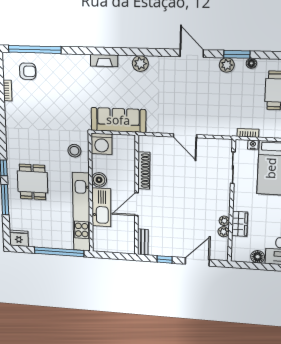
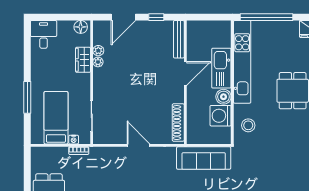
washing machine: (102, 144) -> (221, 116), moved, turned -90
shoe rack: (144, 171) -> (178, 123), moved
bench: (143, 242) -> (179, 39), width x1.36
floor lamp: (258, 257) -> (81, 27), moved

